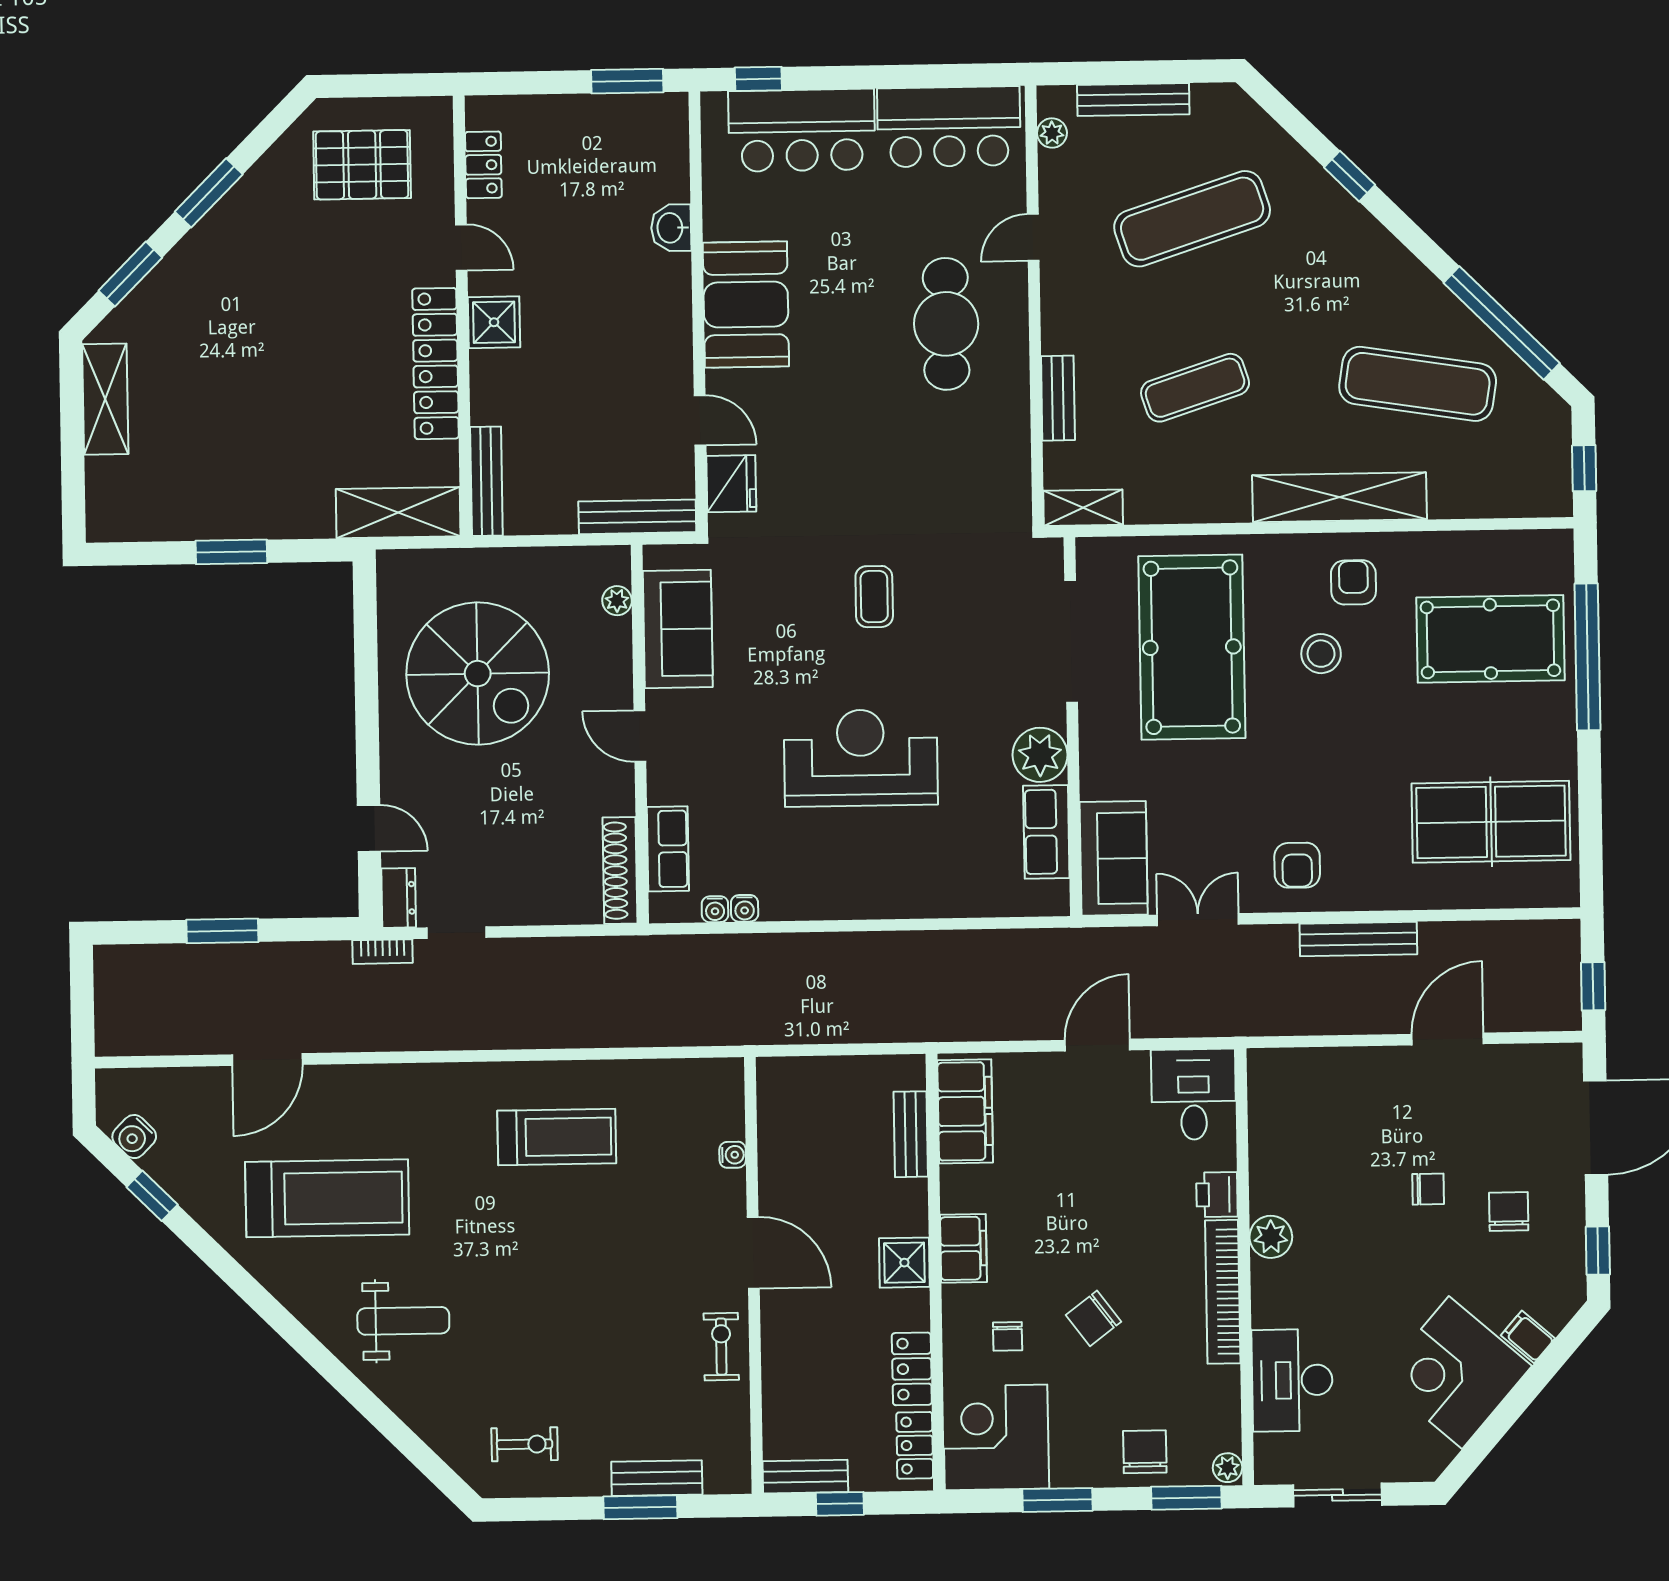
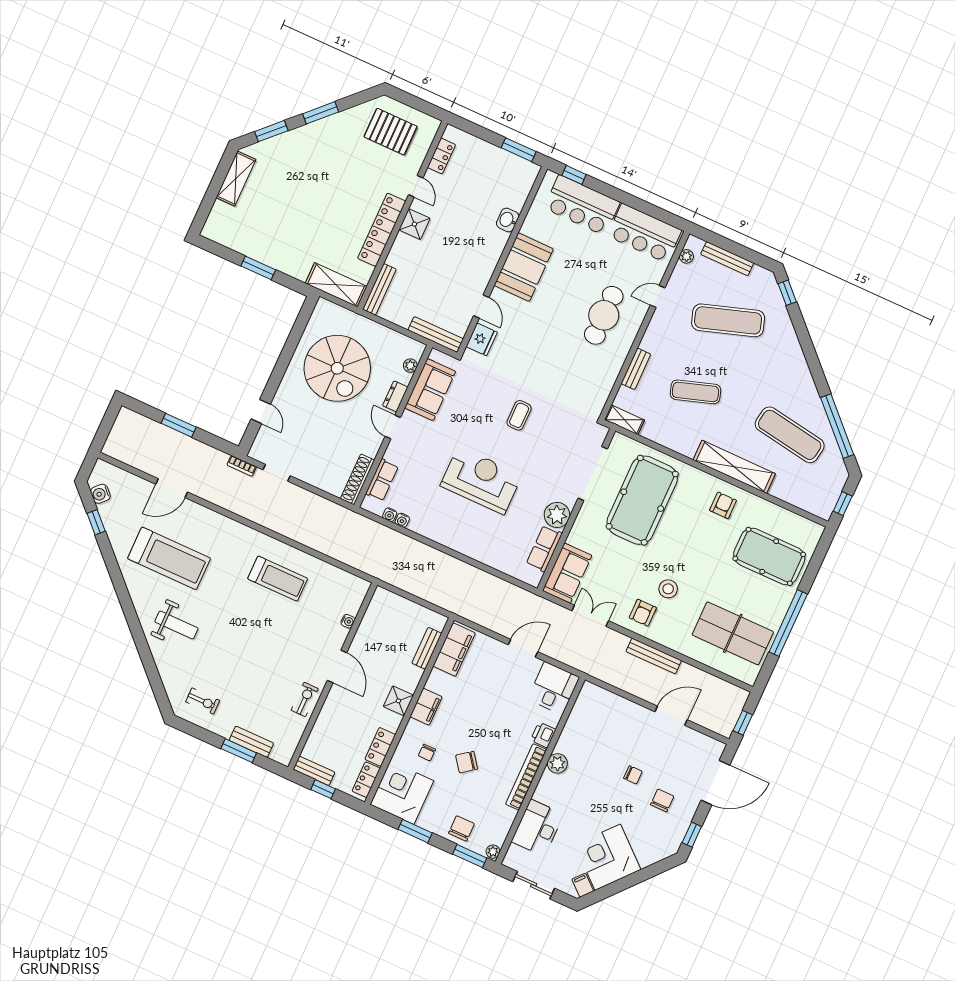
window: (1350, 176) -> (787, 293), moved
stool: (1321, 654) -> (668, 589), moved
window: (1587, 657) -> (788, 623), moved
dresser: (399, 898) -> (395, 396), moved, turned 180
filing cabinet: (1528, 1337) -> (583, 885), moved

